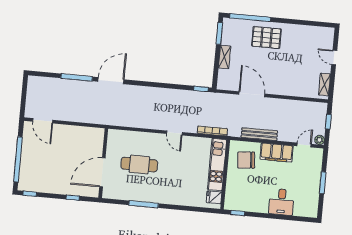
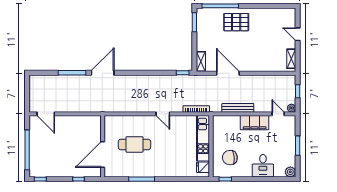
shelving: (225, 57) -> (201, 62), moved
door: (304, 145) -> (278, 114), hinge flipped
chair: (246, 160) -> (230, 158), moved
plant: (312, 212) -> (290, 172), added

